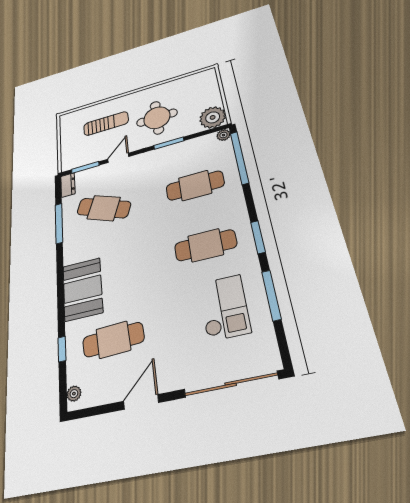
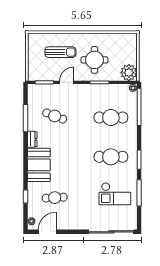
dresser: (68, 185) -> (32, 139), moved
cafe table: (104, 208) -> (55, 116), width x0.73, depth x0.74
checkout: (224, 308) -> (115, 194), turned 90
cafe table: (113, 340) -> (55, 198), width x0.73, depth x0.74
door: (141, 402) -> (47, 232), moved

